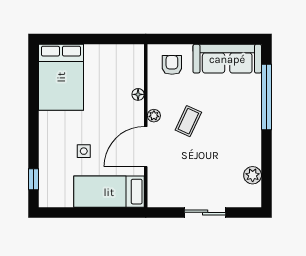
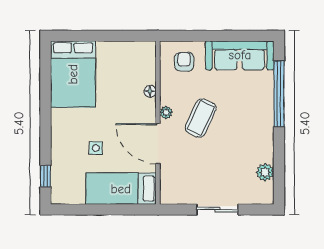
coffee table: (188, 121) -> (201, 118), width x1.36, depth x1.30
door: (146, 147) -> (158, 144), hinge flipped

